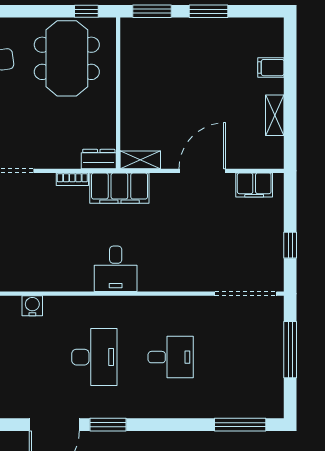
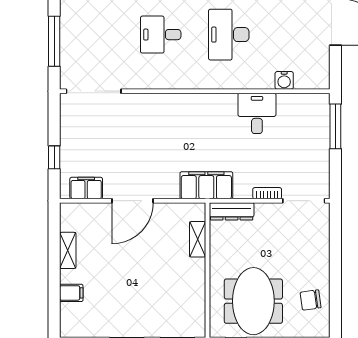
dresser: (99, 159) -> (232, 211), width x1.44
shelving: (140, 160) -> (198, 239), moved, turned 90
bookcase: (72, 179) -> (267, 193), moved
window: (290, 245) -> (54, 157), moved
desk: (116, 269) -> (257, 113), moved

